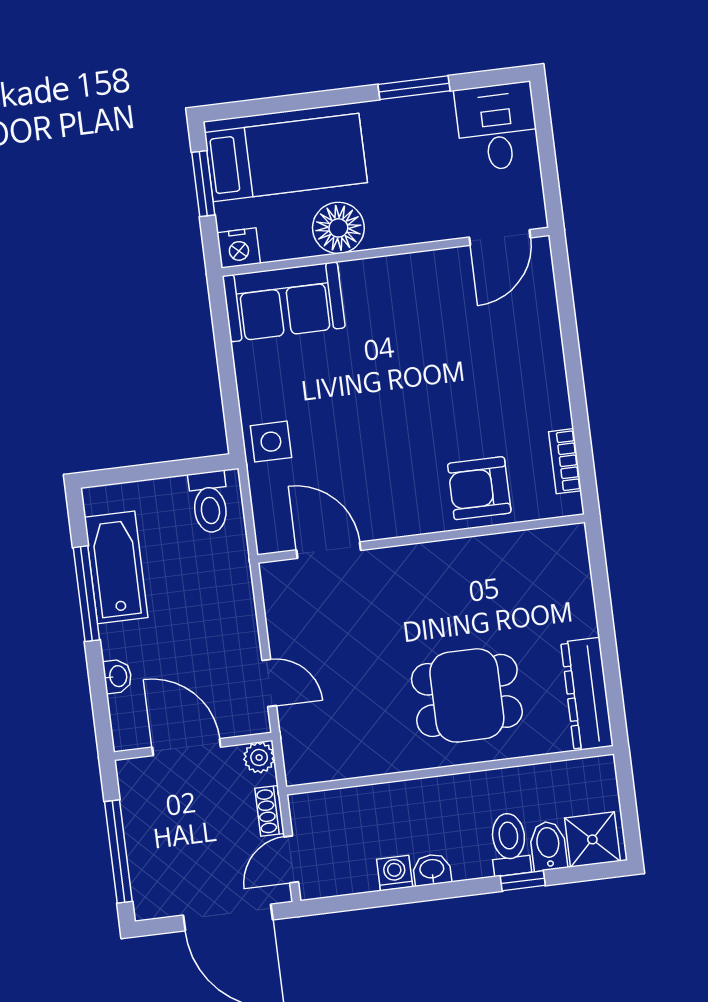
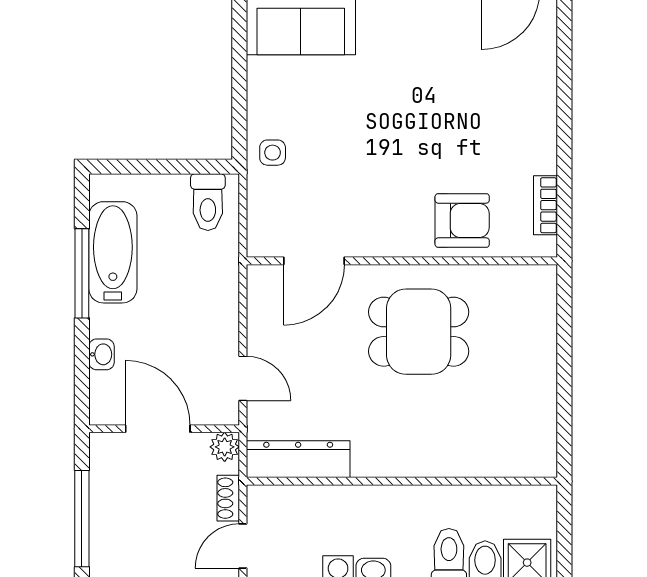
side table: (271, 442) -> (273, 153), width x0.73, depth x0.73
armchair: (479, 488) -> (462, 220), turned 180
door: (329, 550) -> (314, 261), swing flipped
dresser: (587, 694) -> (298, 459), moved, turned 90
dining table: (467, 695) -> (419, 332), moved

